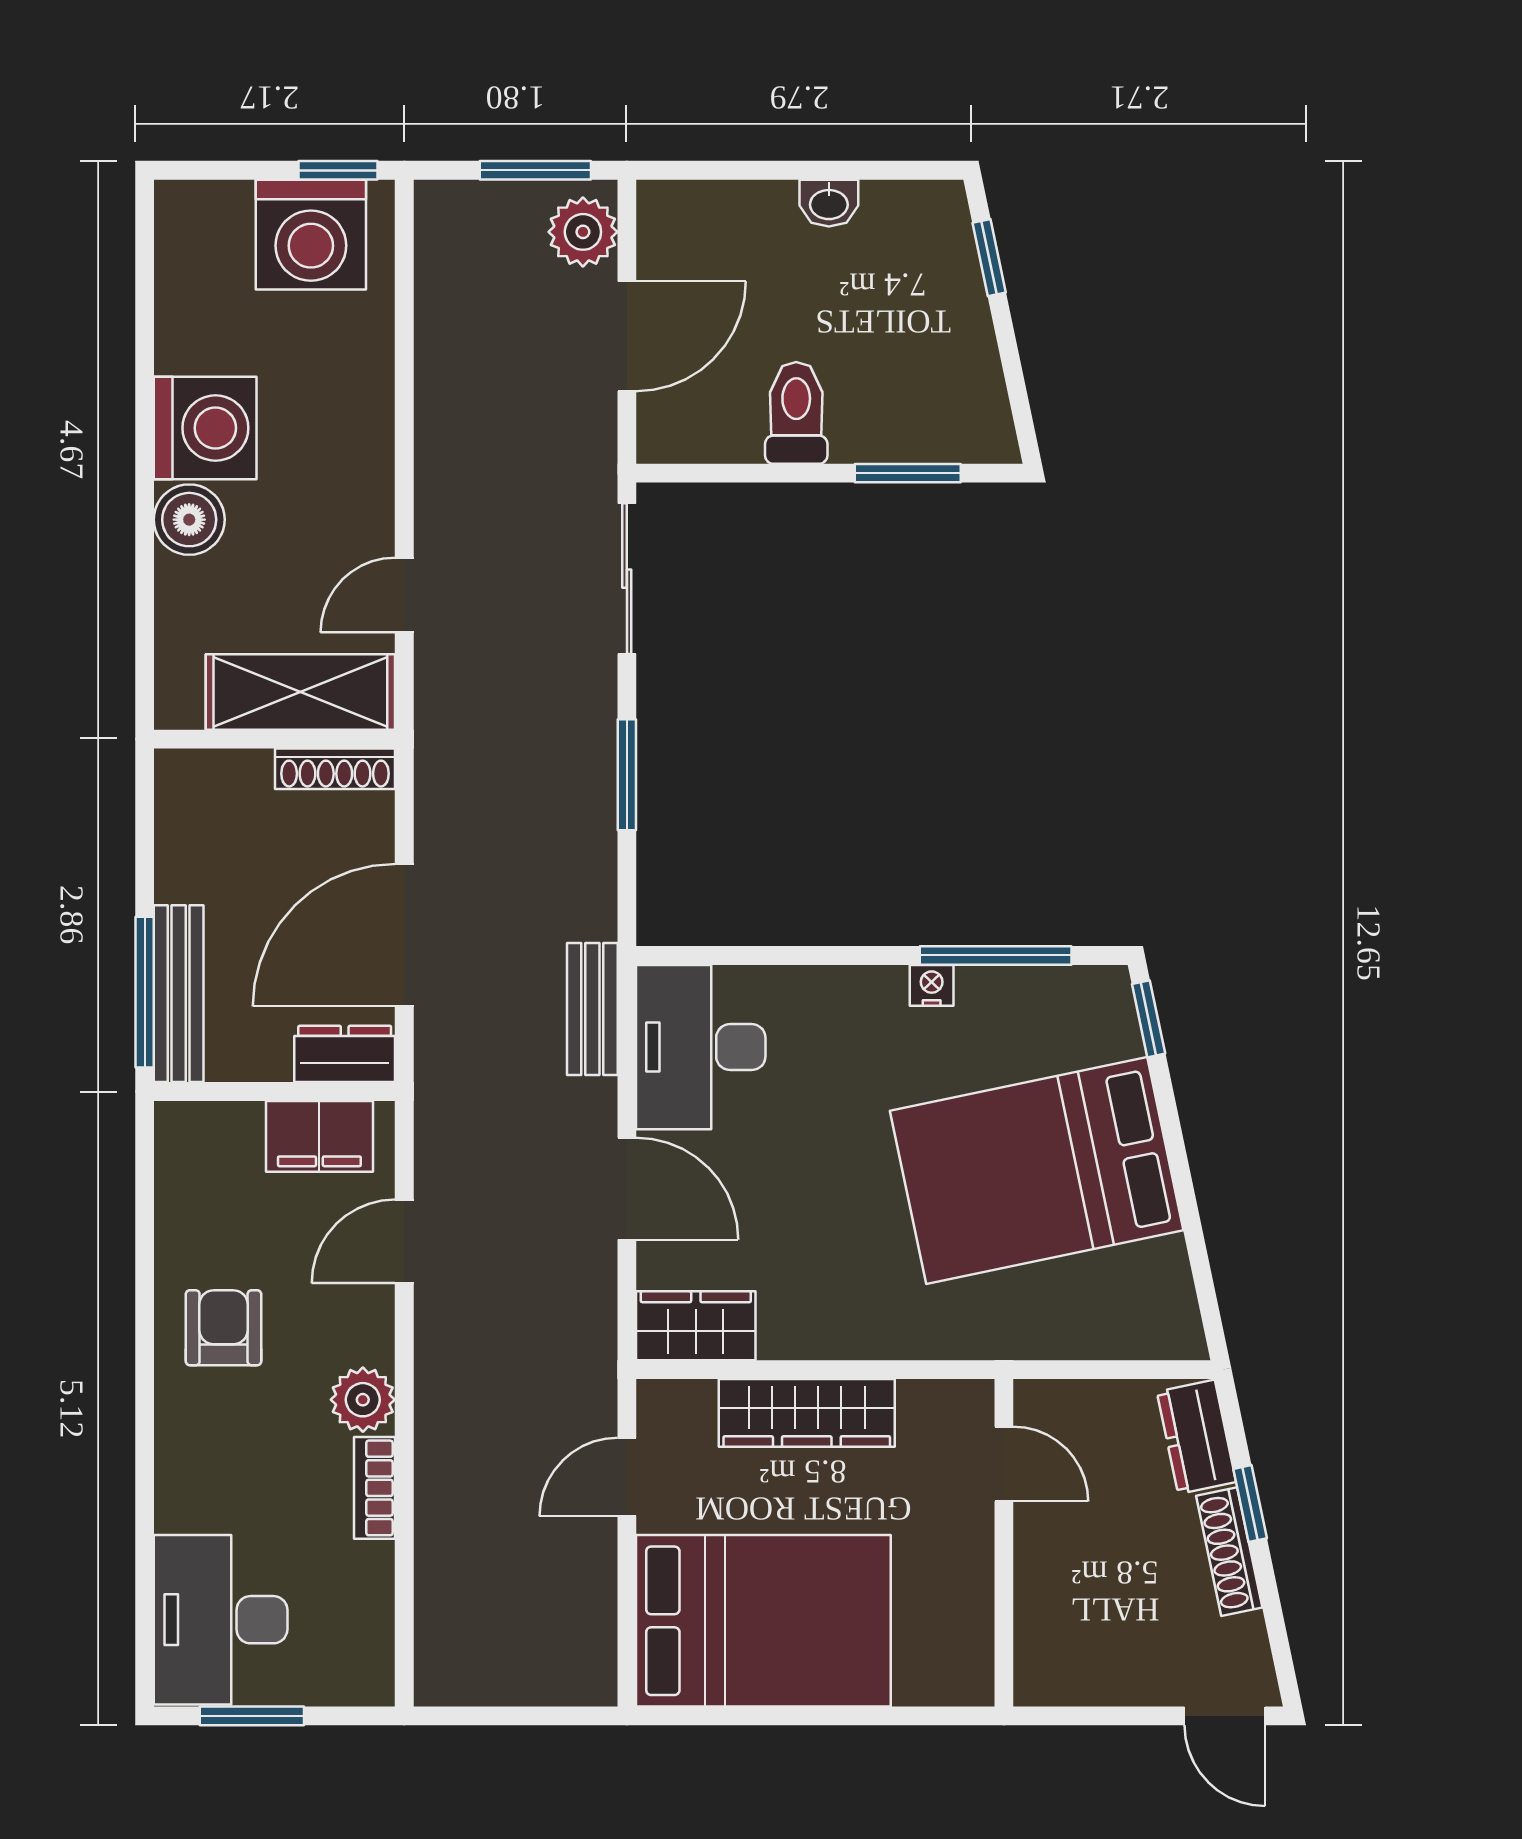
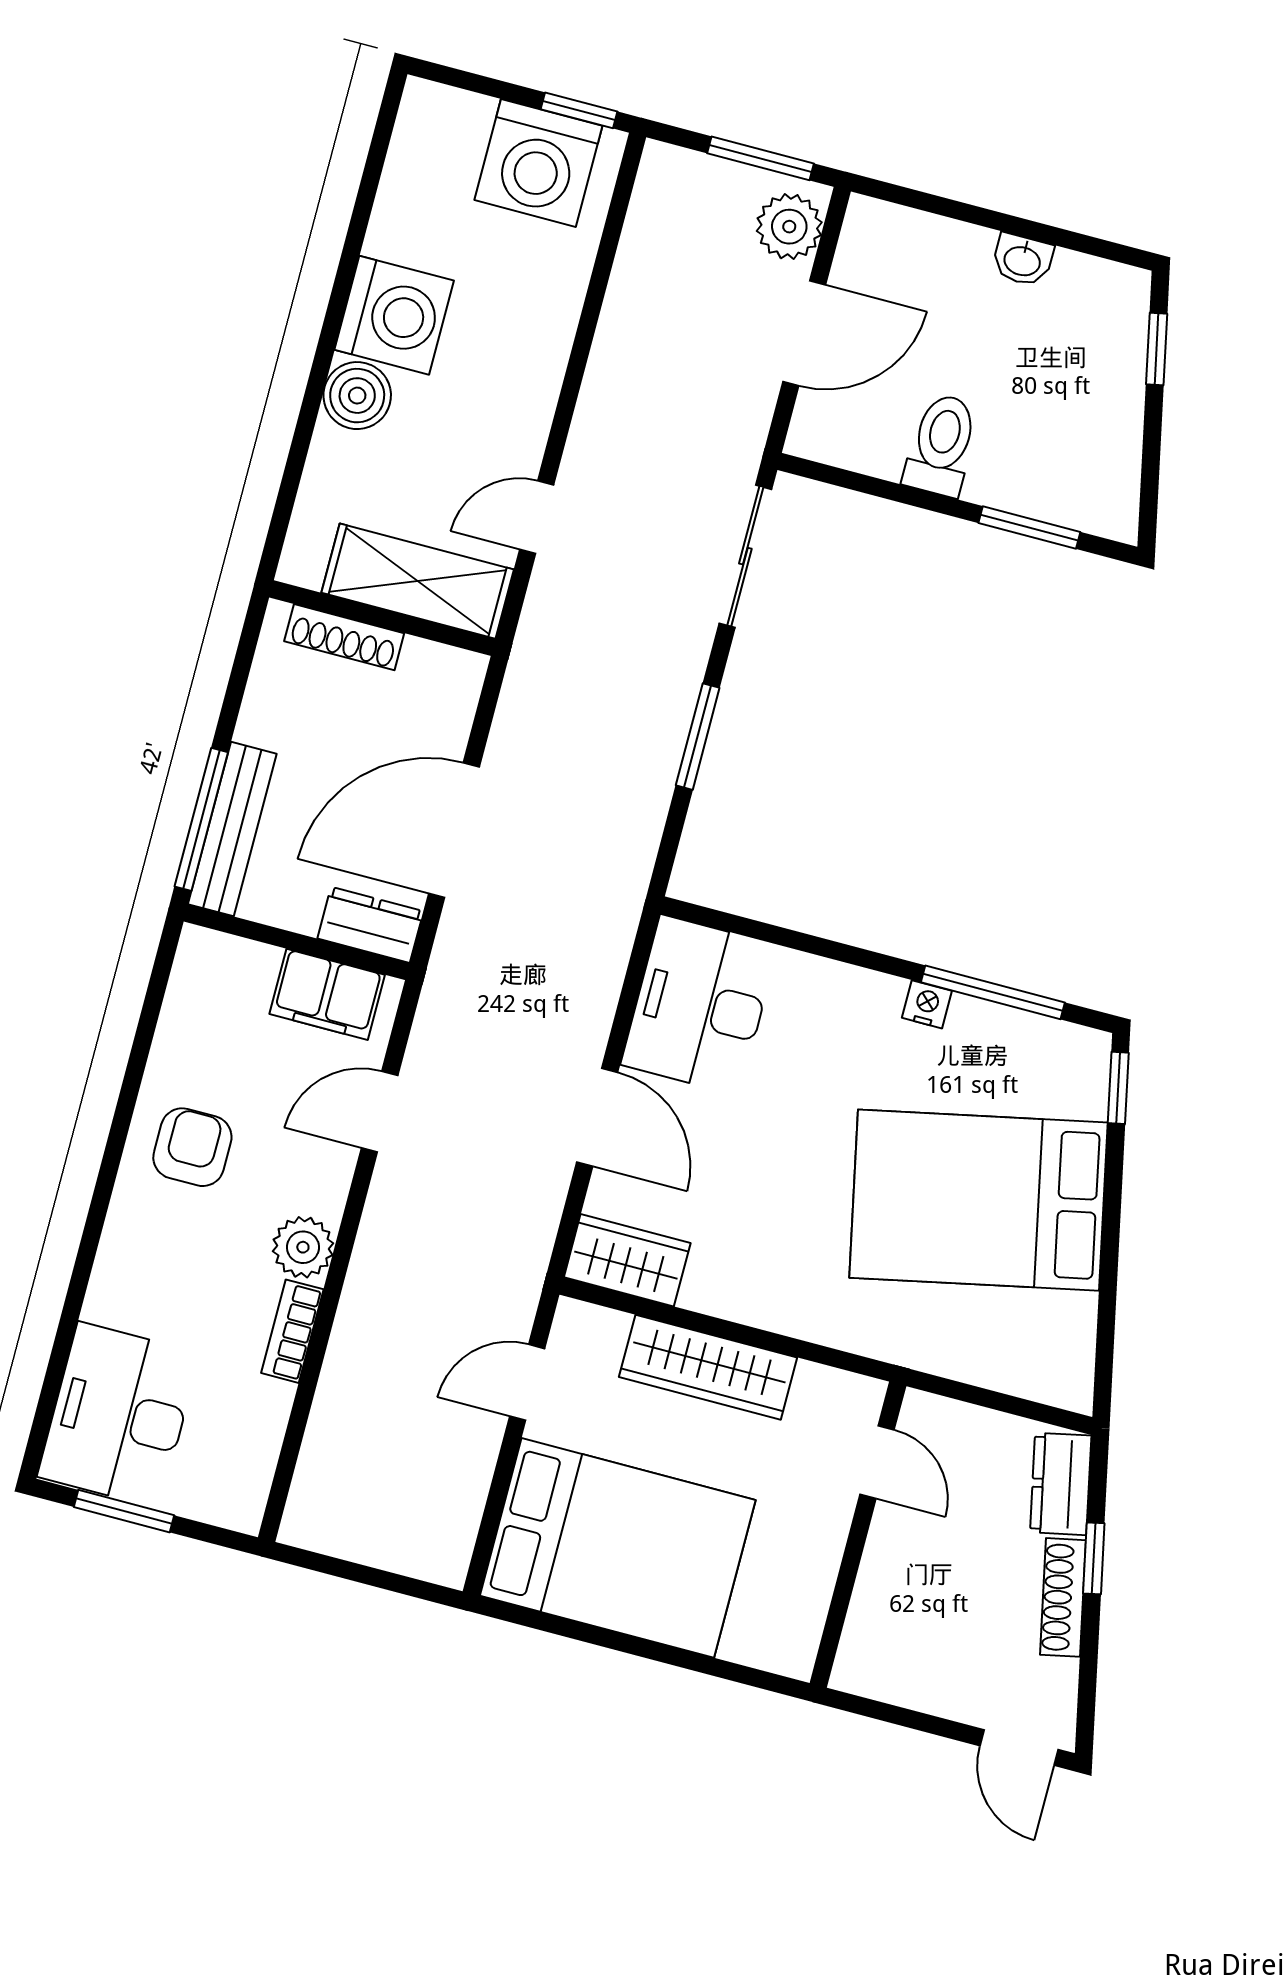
shoe rack: (335, 769) -> (344, 637), moved
bench: (592, 1009) -> (609, 944), removed

